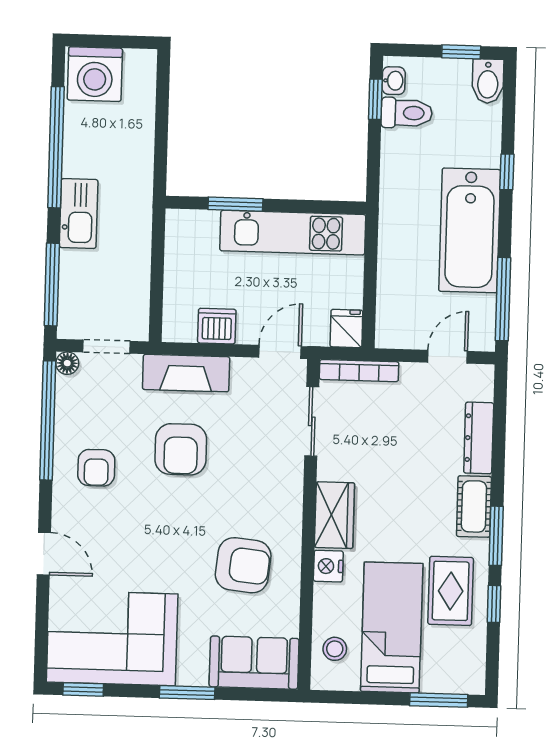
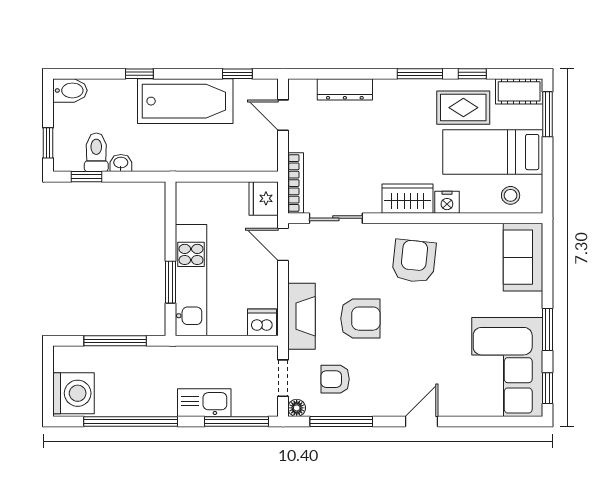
window: (461, 52) -> (48, 143), moved
washbasin: (394, 81) -> (121, 163), moved
window: (161, 130) -> (115, 341), added
kitchen sink: (79, 214) -> (204, 403), moved
kitchen unit: (293, 233) -> (191, 280), moved
window: (503, 299) -> (237, 74), width x0.46
dishwasher: (217, 326) -> (262, 322), moved, turned 90
fridge: (346, 329) -> (264, 198), width x1.38
window: (48, 420) -> (341, 422), width x0.68
armchair: (96, 468) -> (335, 379), moved, turned 180
cot: (474, 506) -> (519, 91), moved
door: (44, 554) -> (422, 422), moved
armchair: (243, 565) -> (414, 261), moved
window: (187, 693) -> (548, 330), moved

